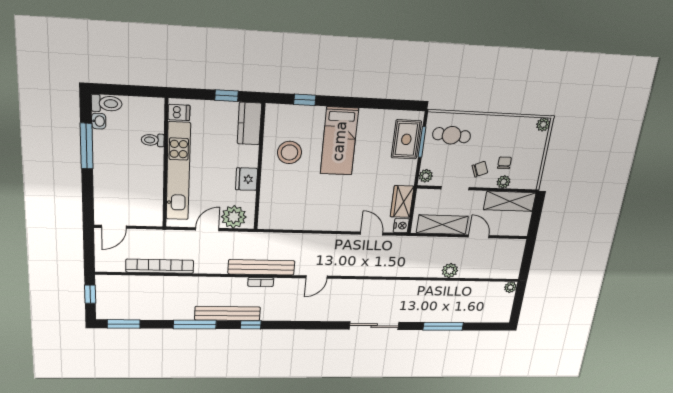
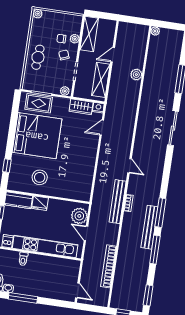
cafe table: (452, 135) -> (38, 57), moved
bed: (339, 141) -> (37, 136), width x2.04
fridge: (247, 179) -> (40, 203), moved
window: (251, 325) -> (160, 213), width x2.17

